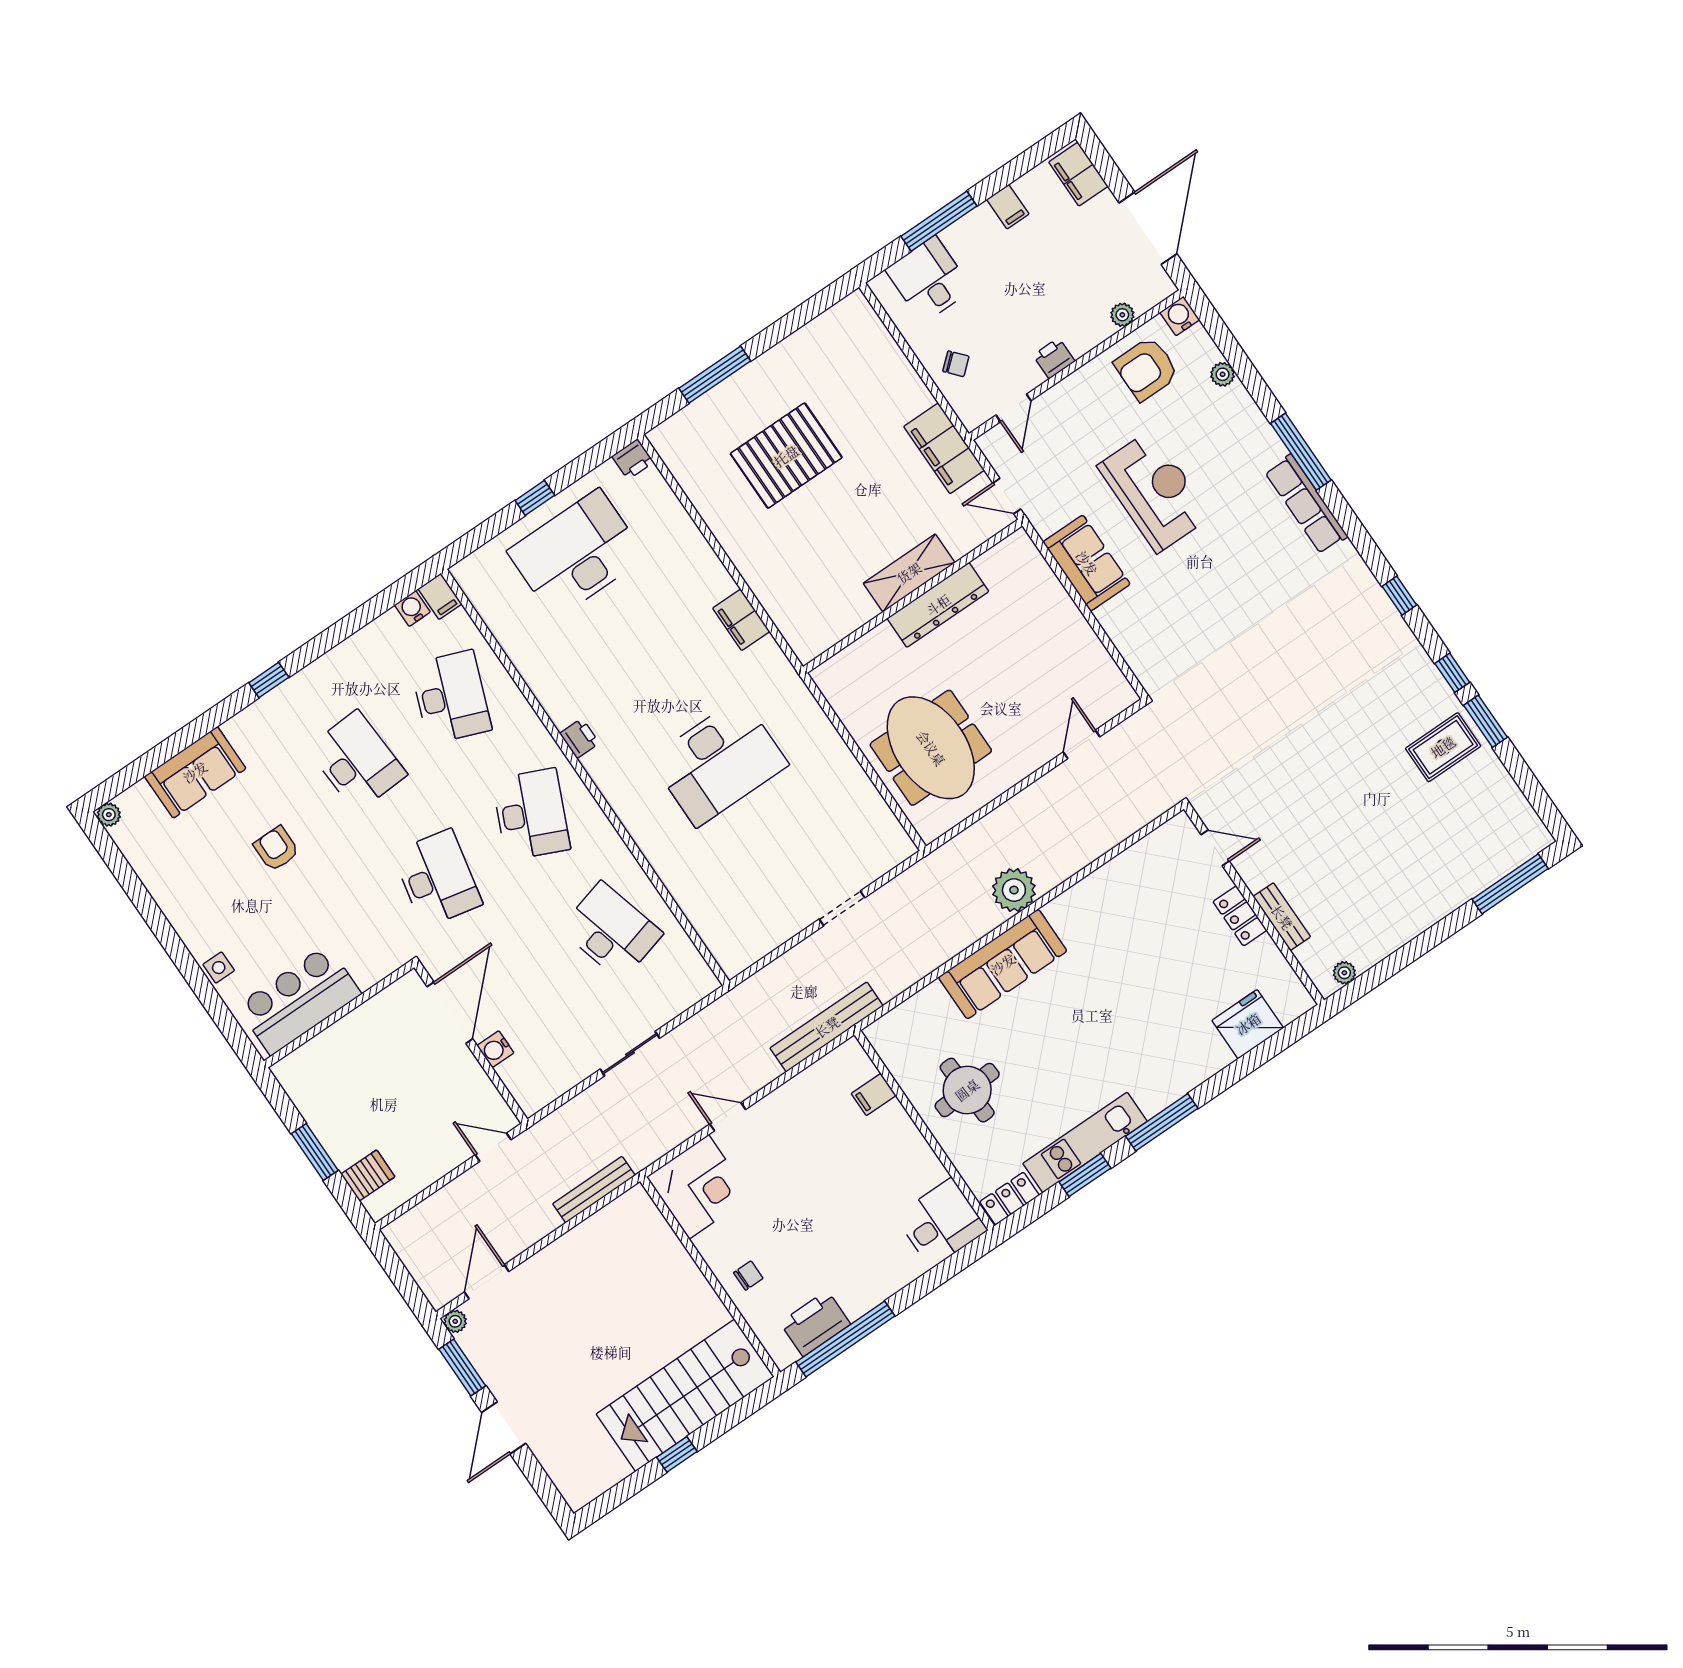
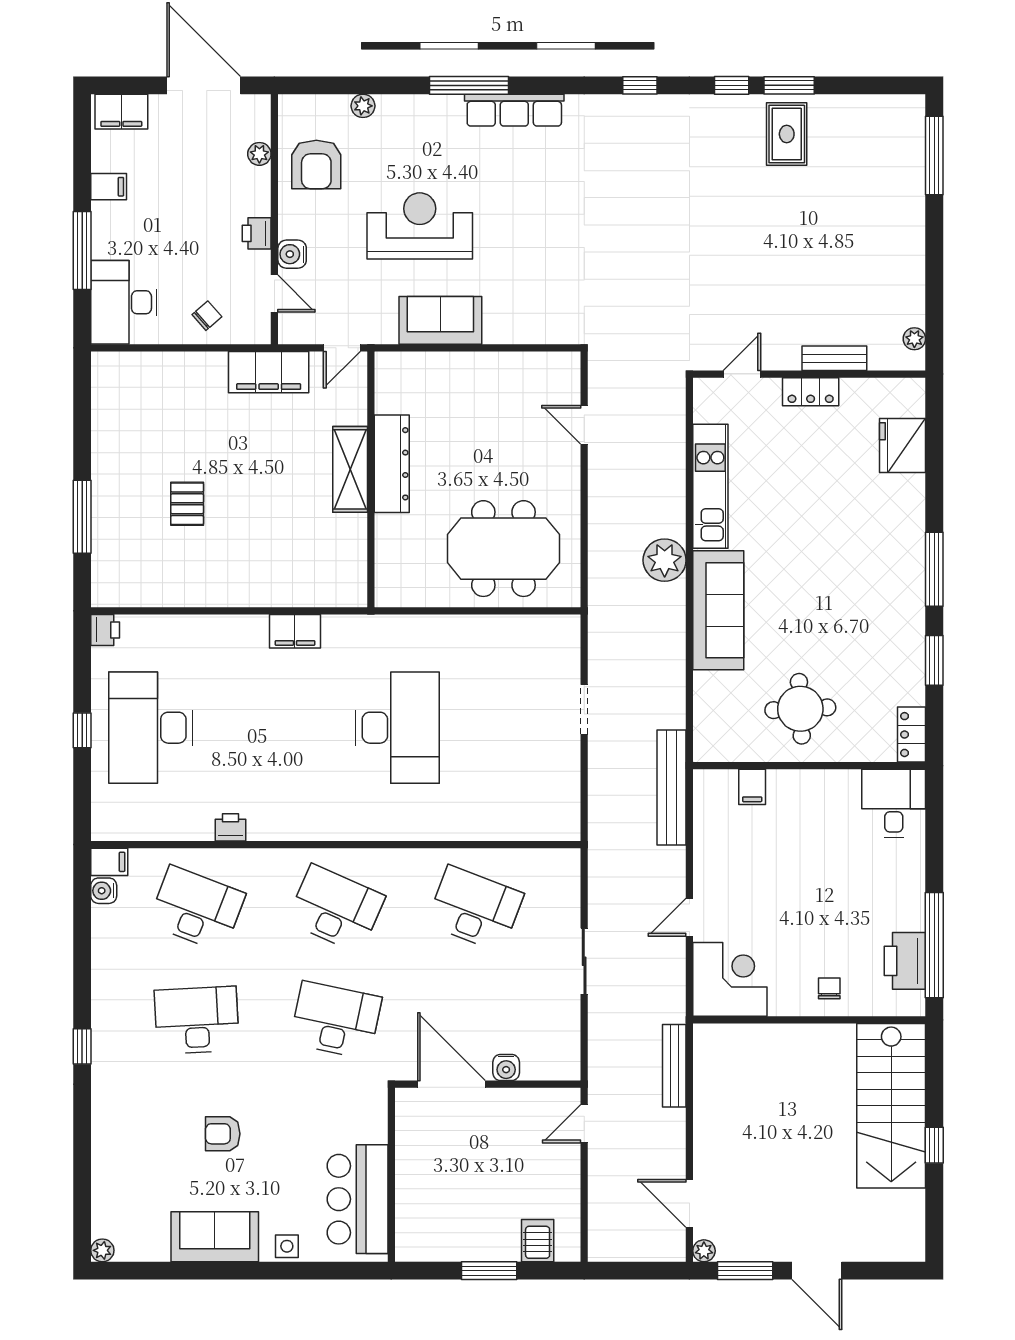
desk: (929, 280) -> (124, 302), width x1.37
water cooler: (1180, 316) -> (292, 254), moved
pallet: (786, 456) -> (187, 504), width x0.49, depth x0.50
printer: (580, 738) -> (230, 827), moved
sofa: (195, 772) -> (215, 1237), moved, turned -90
desk: (611, 931) -> (475, 909), turned 36
kitchen unit: (1085, 1142) -> (710, 486), moved, turned 180

